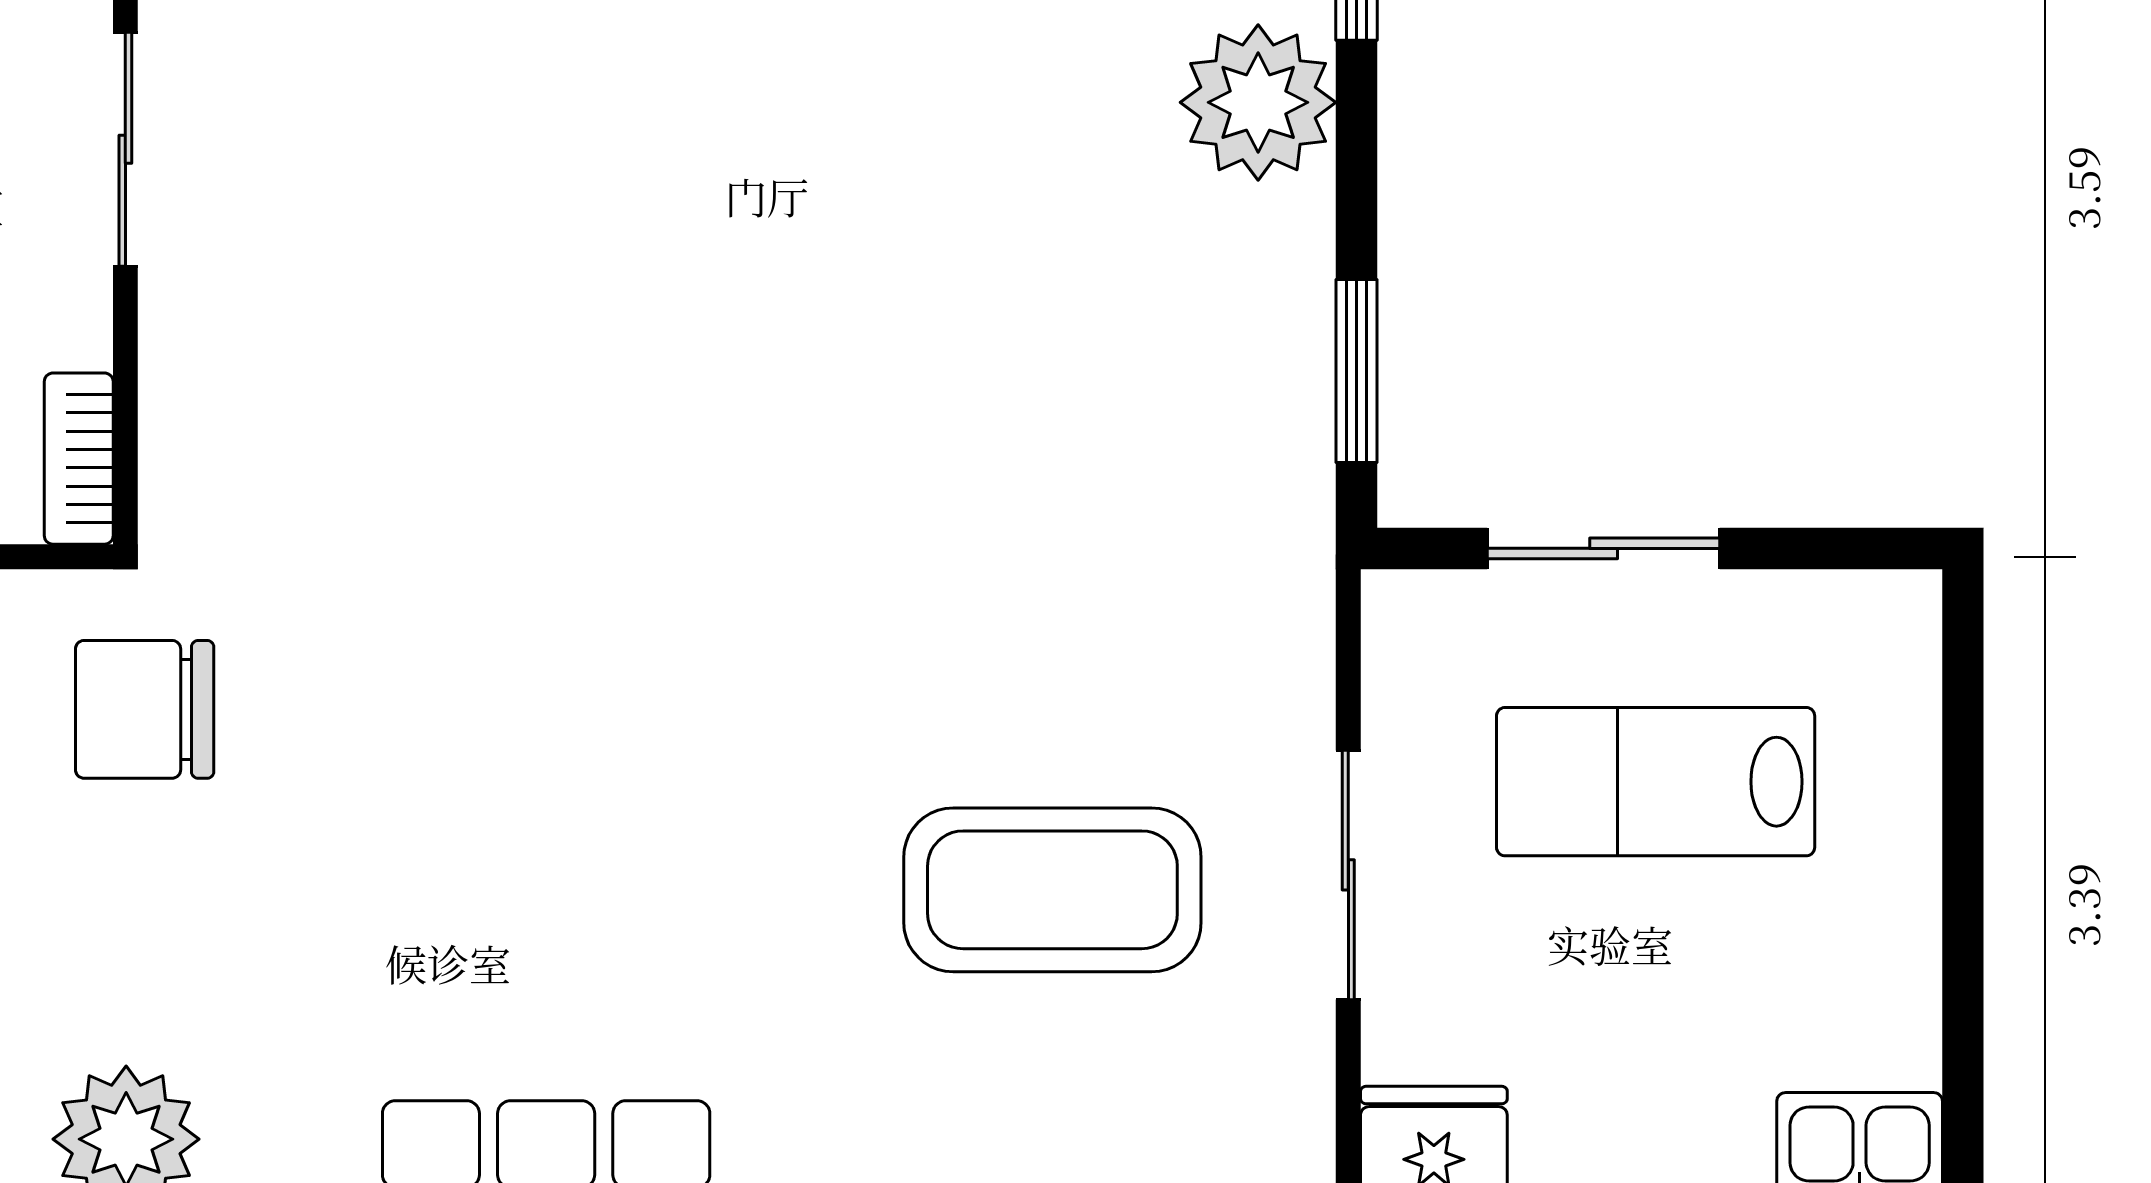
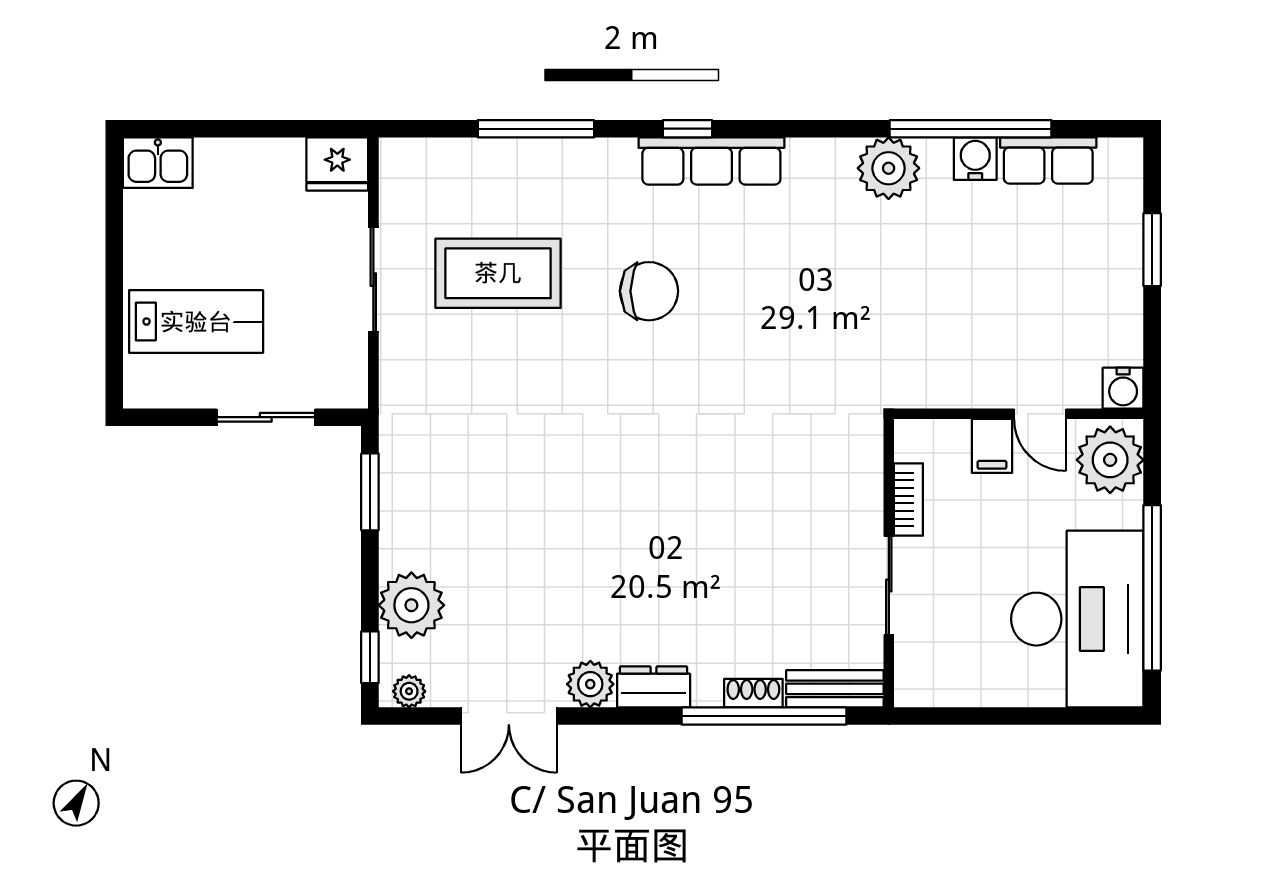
bookcase: (79, 459) -> (908, 500), moved
chair: (145, 709) -> (649, 291), moved
lab bench: (1656, 782) -> (196, 322), moved

